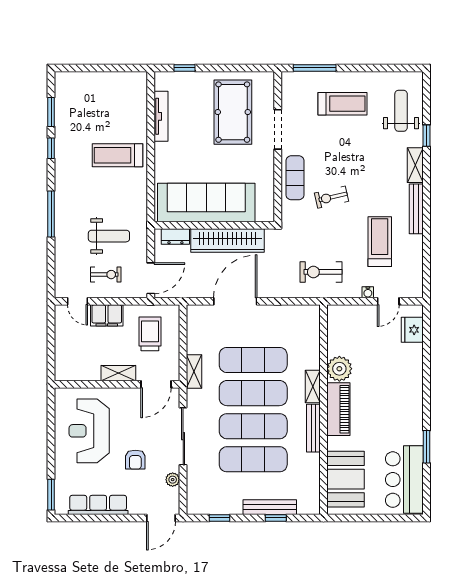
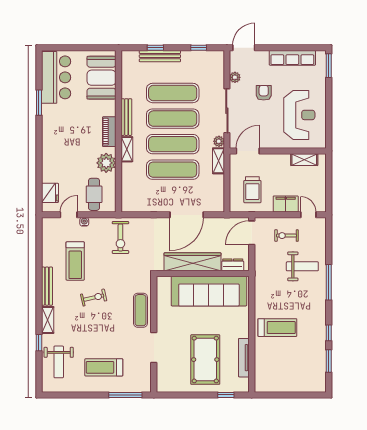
pool table: (233, 112) -> (205, 360), moved
exercise bike: (332, 197) -> (94, 298), moved
weight bench: (109, 236) -> (302, 266), moved, turned 180
exercise bike: (321, 272) -> (120, 238), turned 90
cafe table: (355, 328) -> (94, 194), added
shelving: (118, 373) -> (304, 160), moved
plant: (193, 397) -> (219, 141), added
piano: (338, 409) -> (109, 132), width x0.73, depth x0.75

